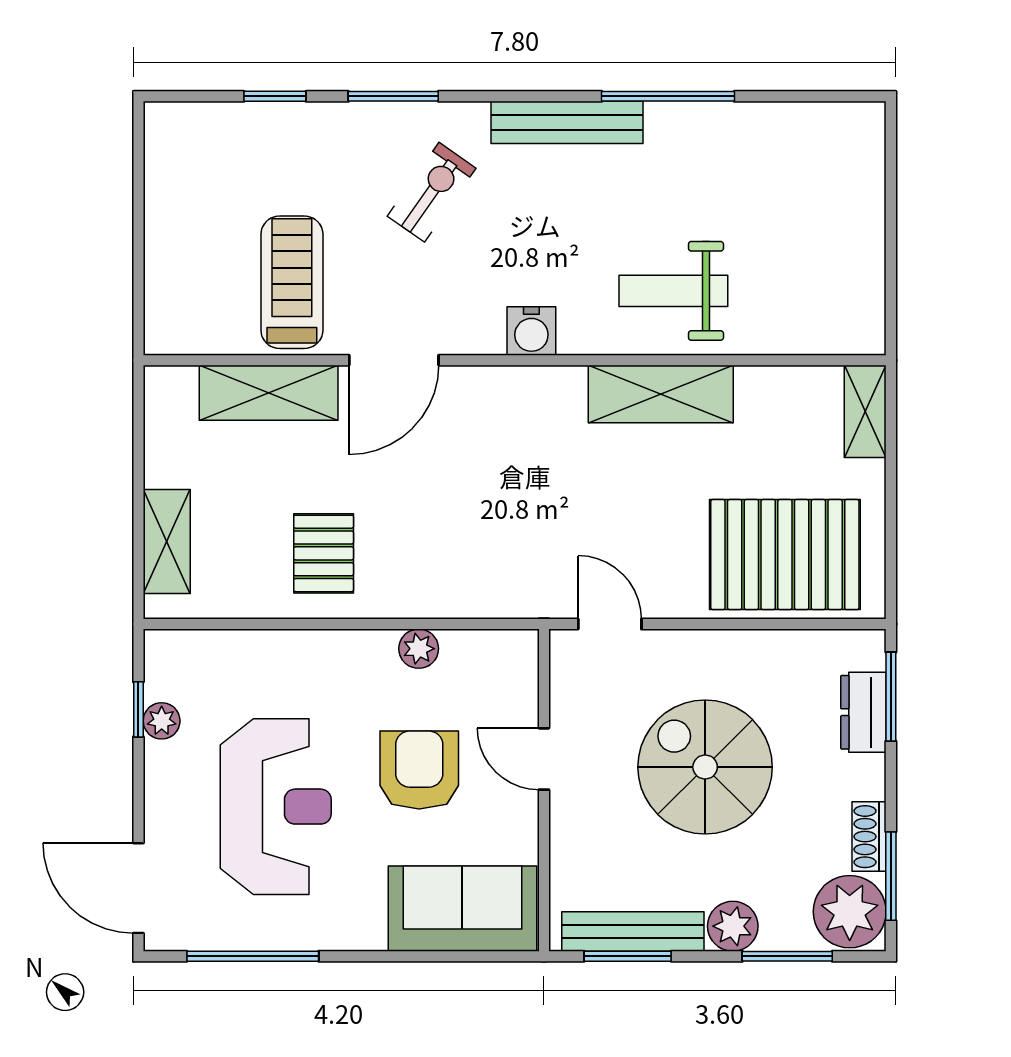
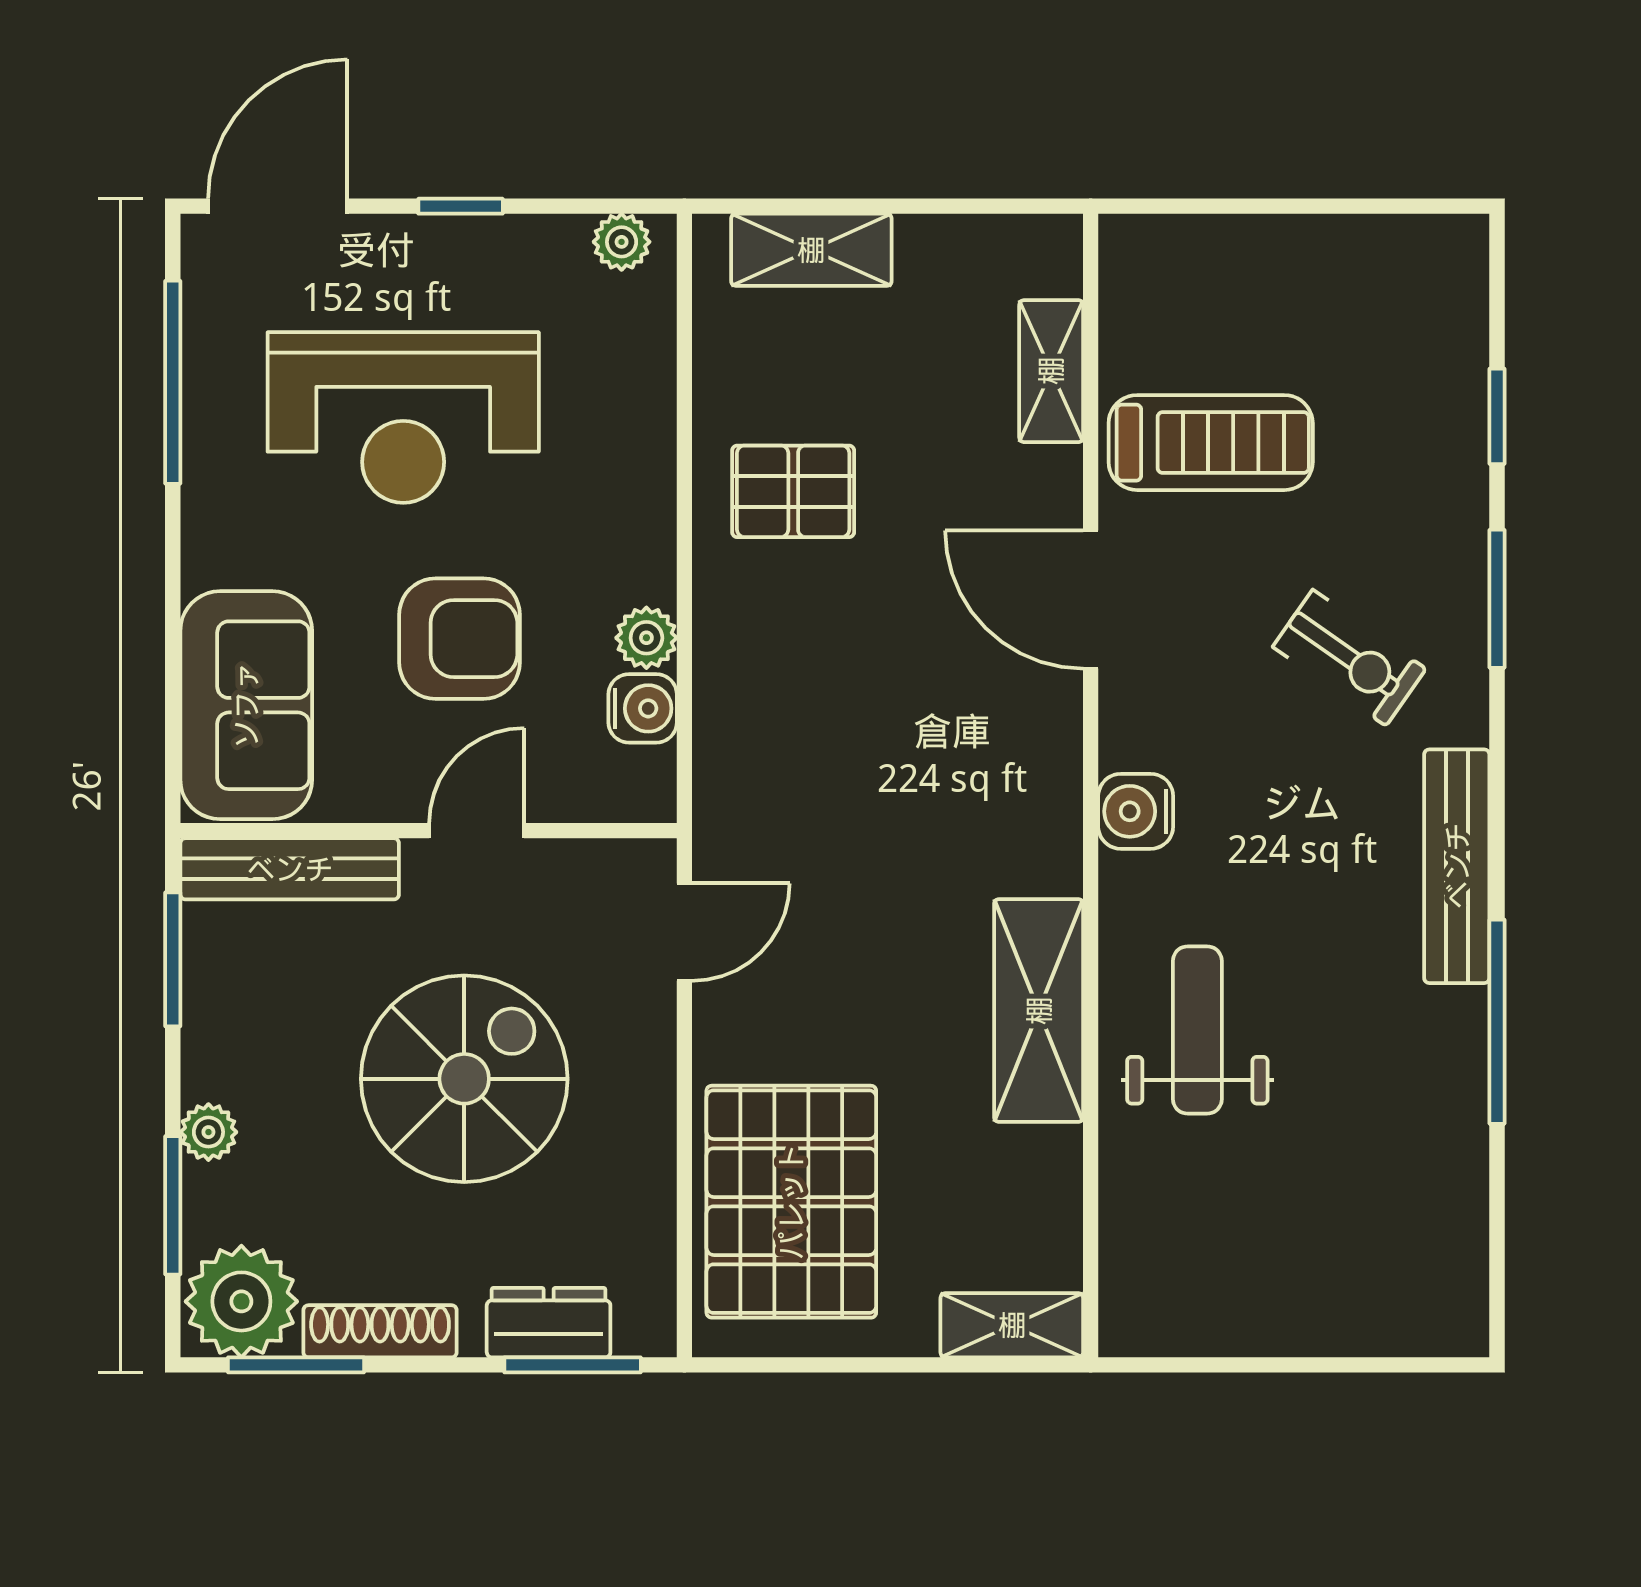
shelving: (269, 393) -> (1051, 371), width x0.67, depth x0.75
water cooler: (465, 651) -> (643, 708), added
window: (138, 709) -> (461, 206), moved
plant: (162, 721) -> (622, 242), moved
shoe rack: (869, 837) -> (380, 1331), width x1.43
plant: (733, 926) -> (208, 1132), width x0.73, depth x0.73
bench: (633, 931) -> (290, 869), moved, turned 90

